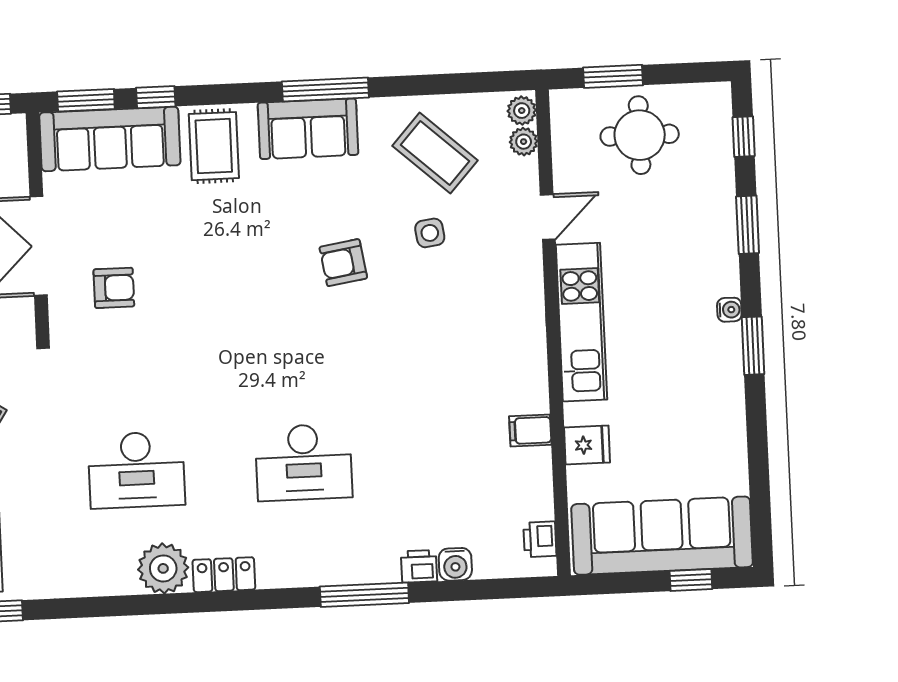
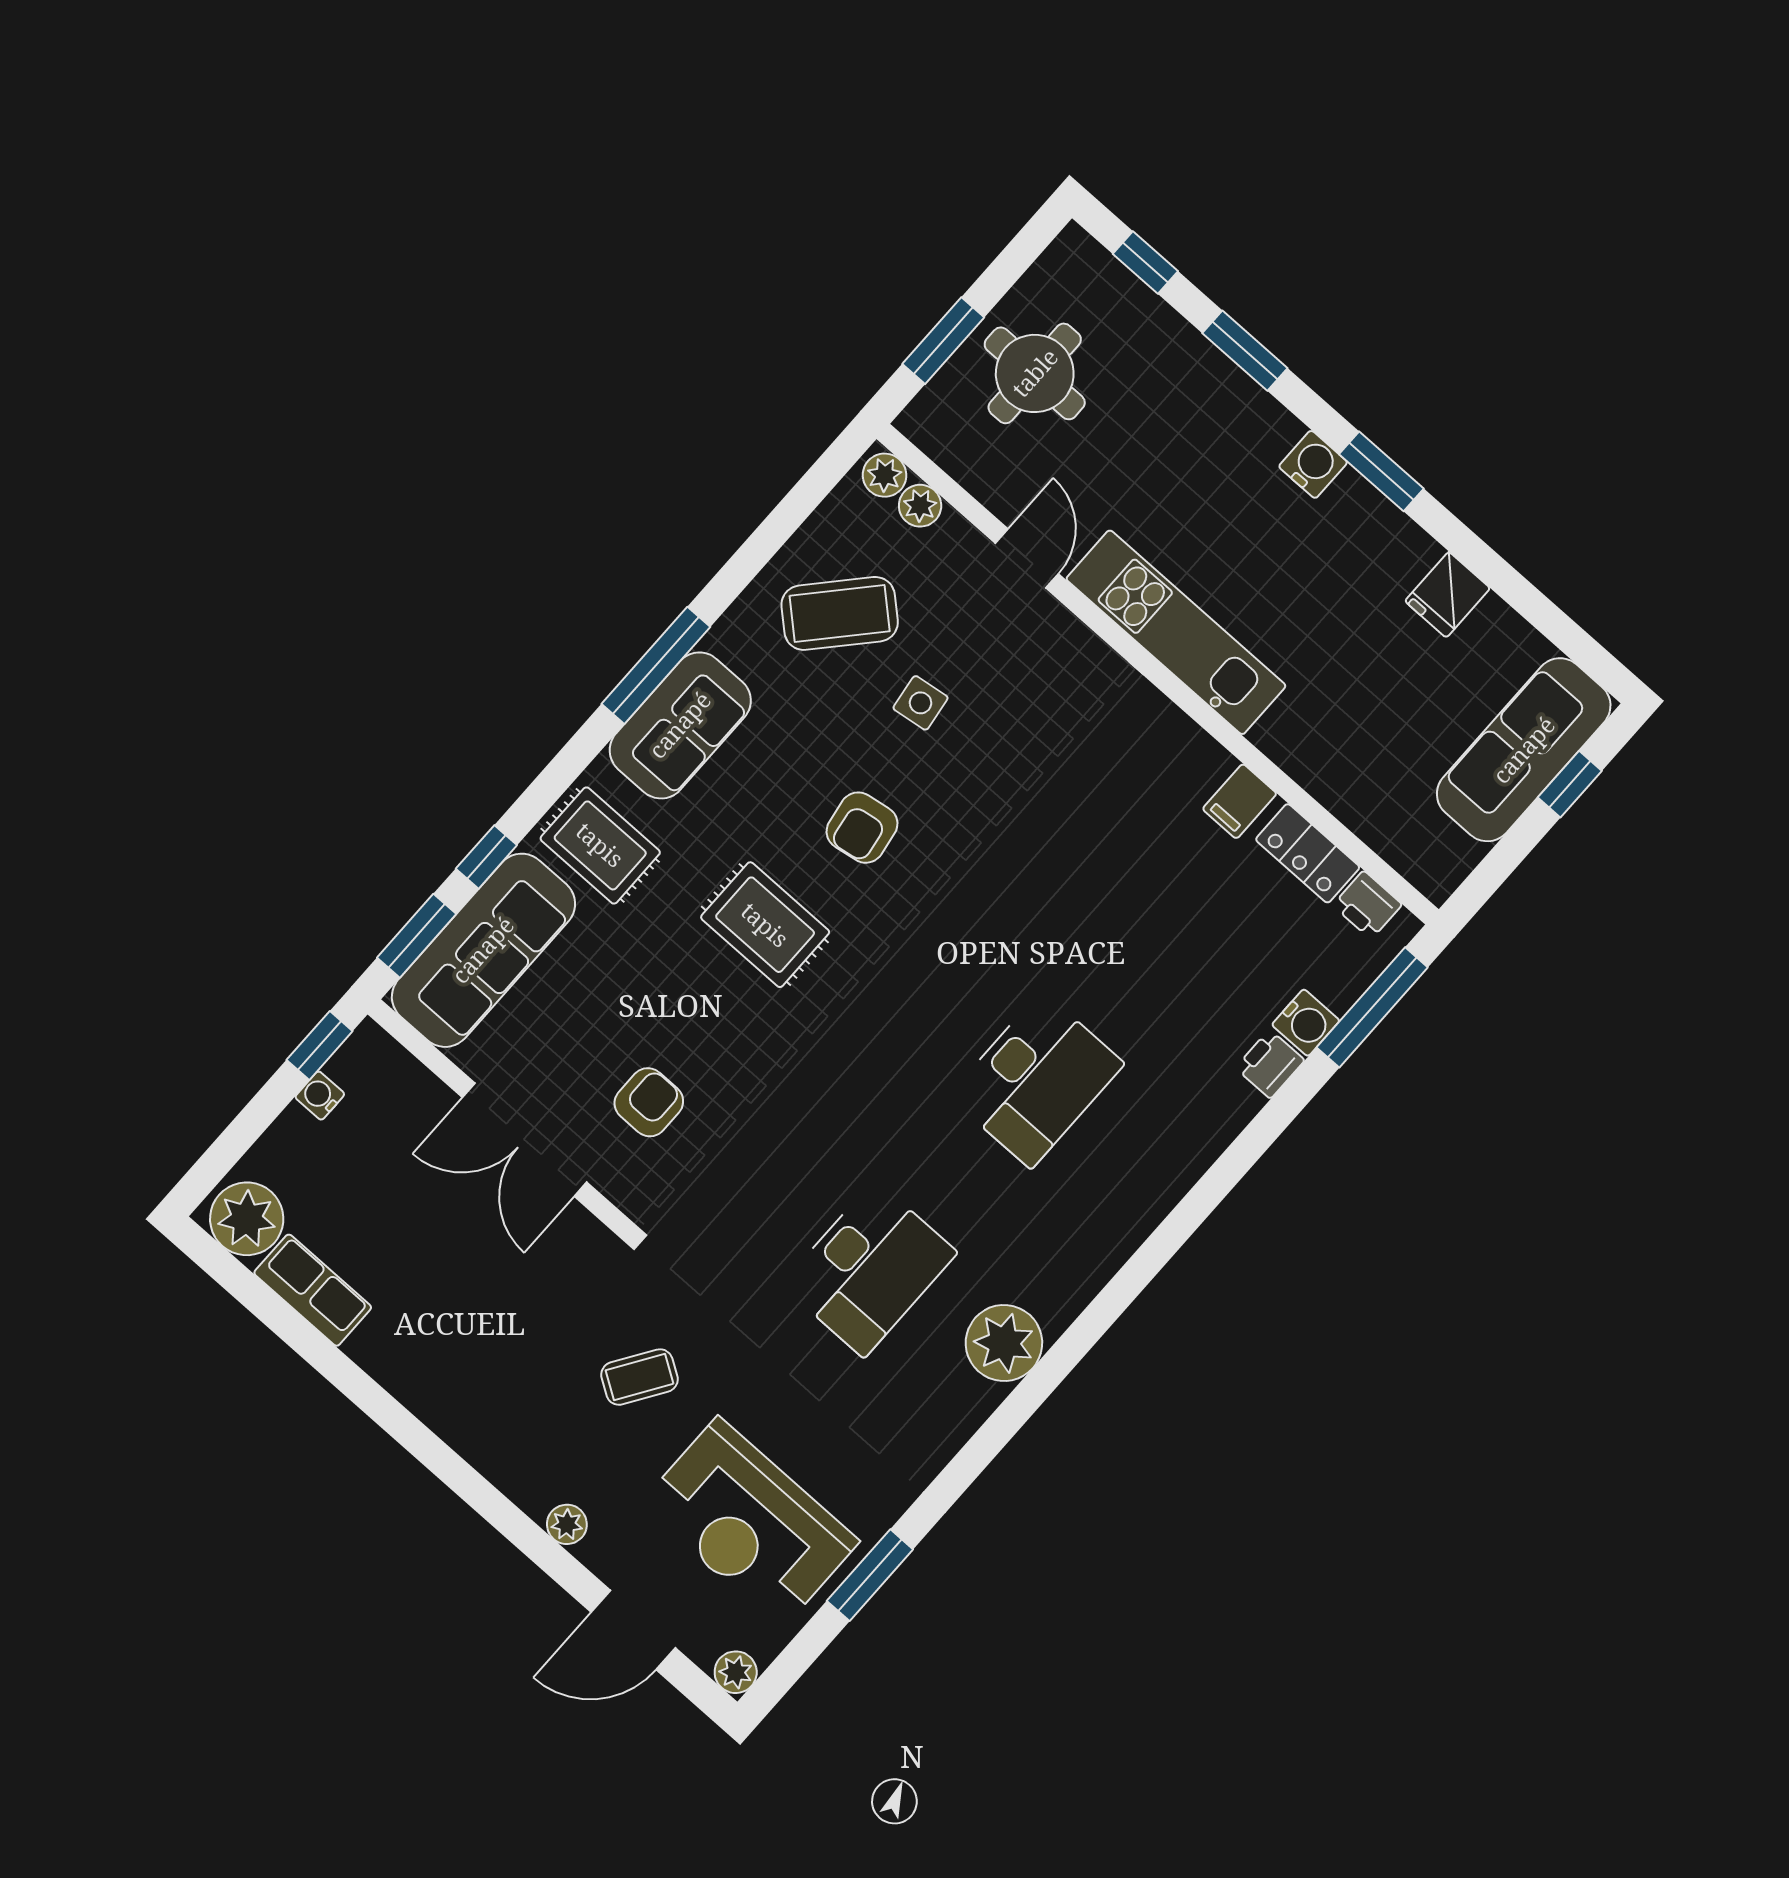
rug: (252, 261) -> (765, 925), added
water cooler: (729, 310) -> (1313, 464), width x1.38, depth x1.38
fridge: (587, 445) -> (1447, 595), moved, turned 180
sofa: (662, 536) -> (1524, 750), width x0.74, depth x0.79
locker: (224, 575) -> (1308, 853), moved, turned -90
window: (364, 595) -> (1372, 1007), moved

